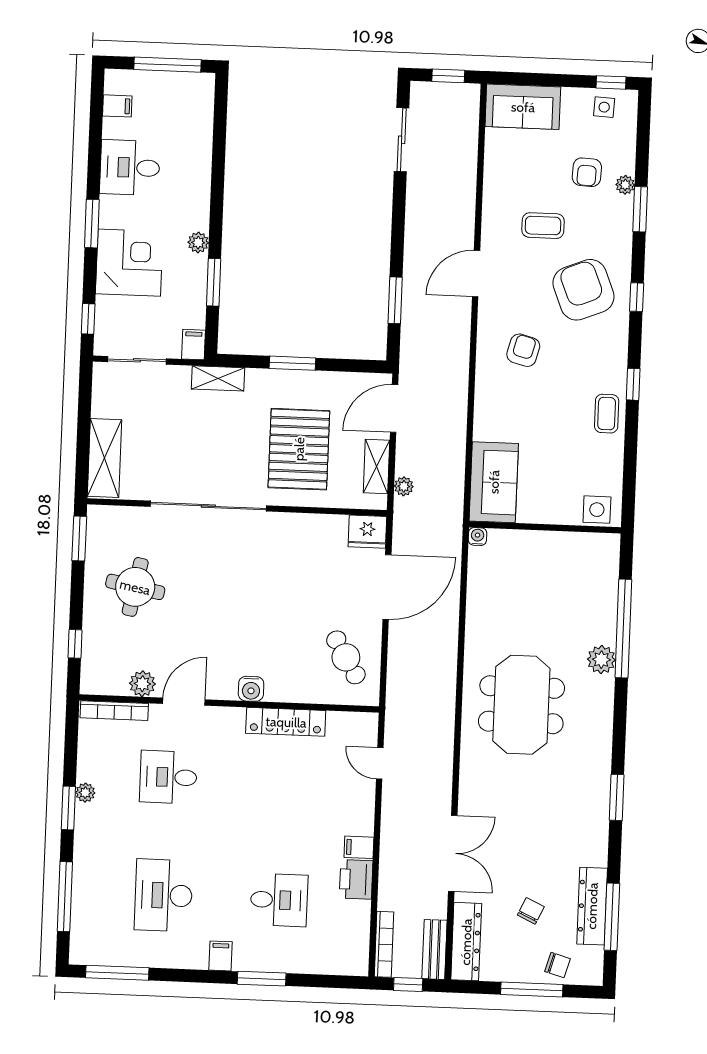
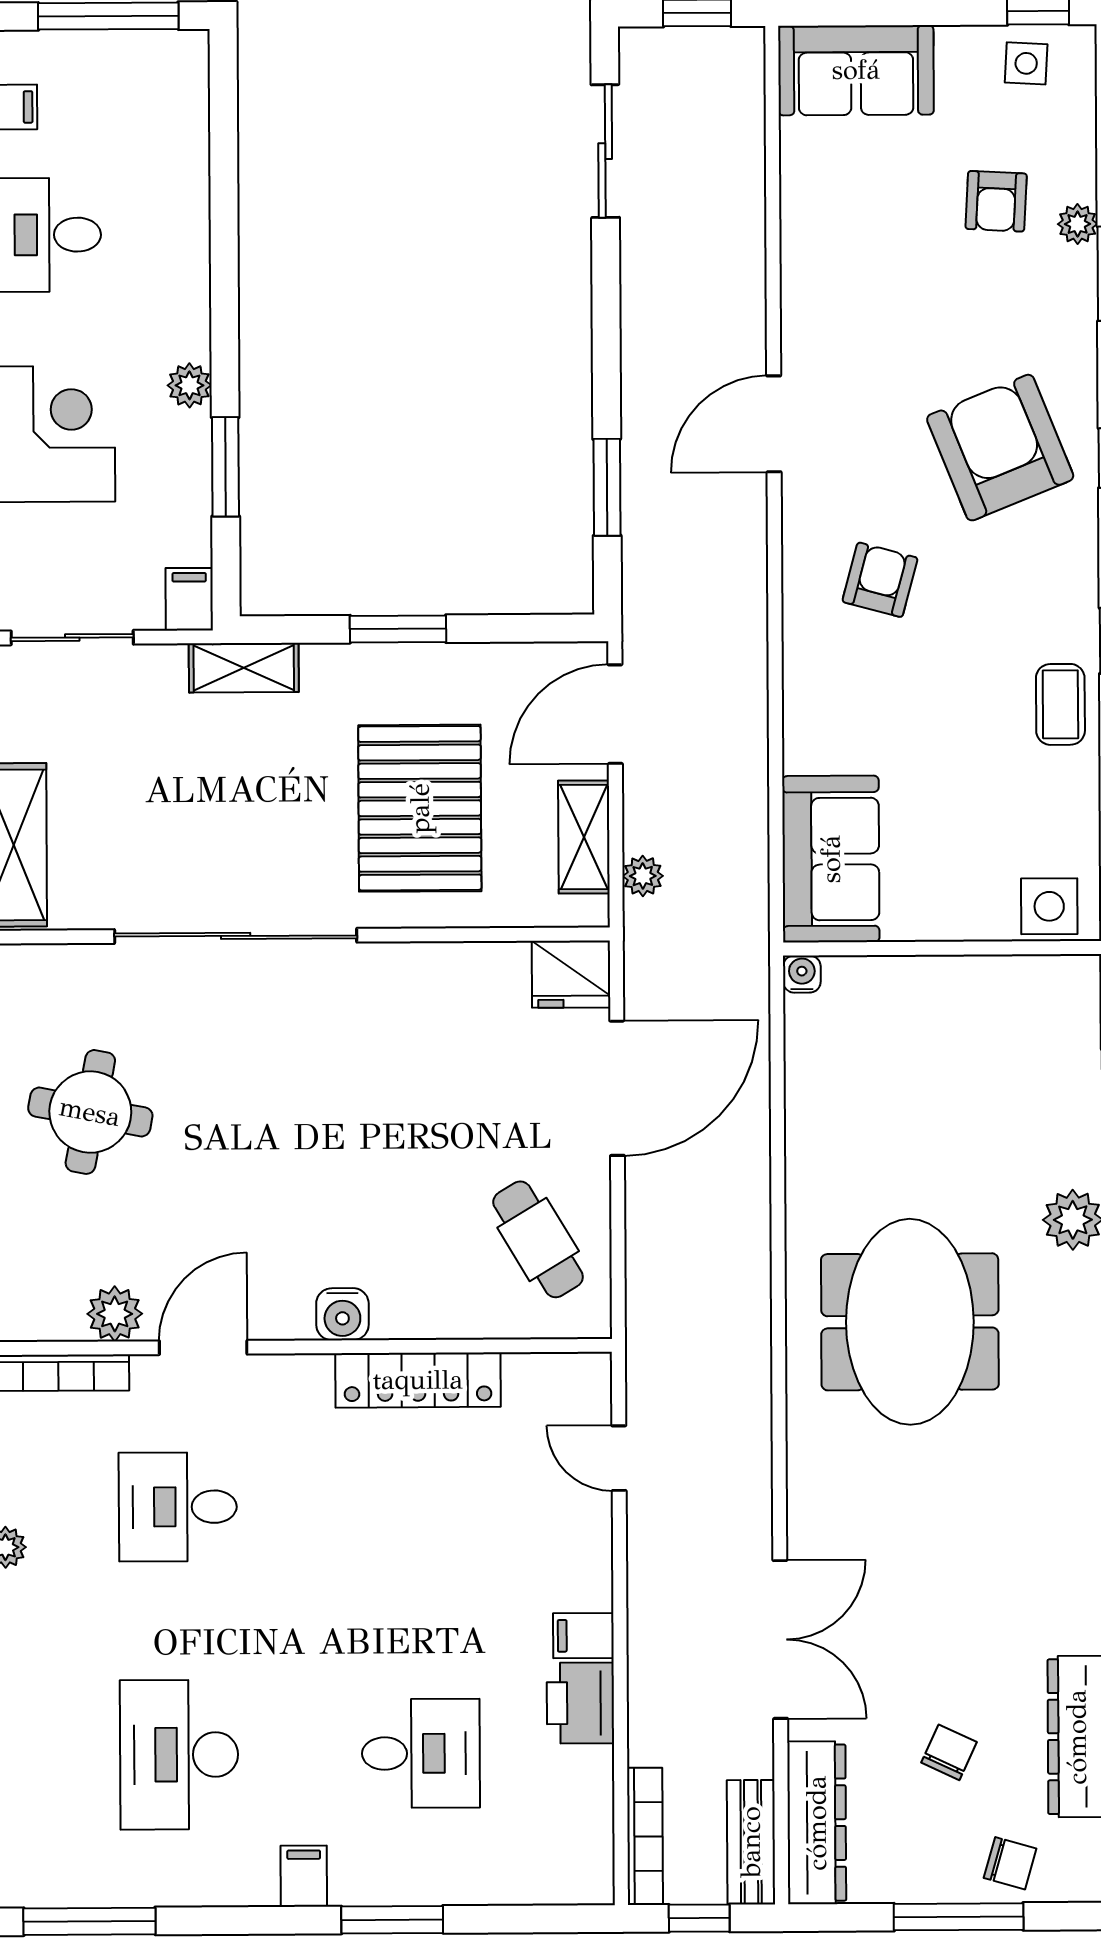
coffee table: (543, 226) -> (909, 317), removed

